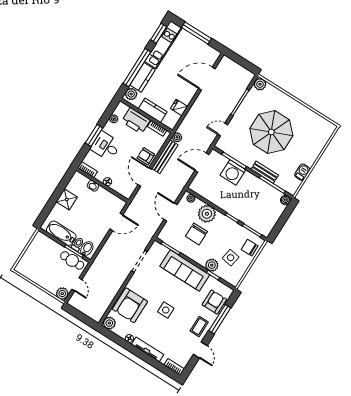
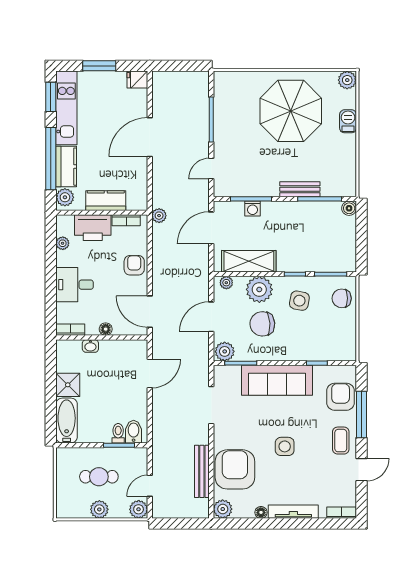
window: (197, 33) -> (99, 66), width x0.69
door: (207, 79) -> (150, 137), moved
plant: (260, 84) -> (347, 80), moved
fridge: (179, 108) -> (137, 80), moved
parasol: (271, 132) -> (291, 111), moved
window: (94, 135) -> (51, 281), removed
armchair: (146, 156) -> (134, 265), turned 90
bench: (165, 157) -> (202, 471), moved
washing machine: (233, 172) -> (253, 209), width x0.53, depth x0.53
barbecue: (302, 172) -> (348, 121), moved
door: (145, 177) -> (150, 312), moved
shelving: (211, 194) -> (249, 261), added
door: (171, 212) -> (211, 317), hinge flipped
bathtub: (61, 233) -> (67, 420), moved, turned 90
chair: (196, 234) -> (262, 324), turned 87
side table: (231, 258) -> (299, 301), moved
cafe table: (72, 260) -> (99, 477), moved
plant: (212, 265) -> (225, 351), moved
plant: (40, 280) -> (99, 509), added
door: (77, 284) -> (150, 486), swing flipped
armchair: (130, 305) -> (235, 469), turned 180
door: (200, 350) -> (361, 470), hinge flipped

